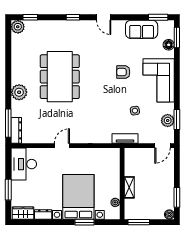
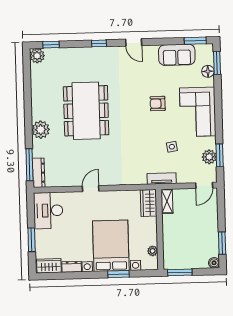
wardrobe: (113, 160) -> (149, 203), added
shelving: (129, 187) -> (167, 201), moved

